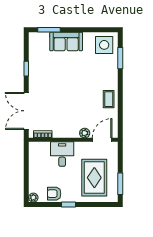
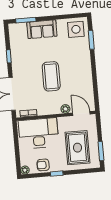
coffee table: (109, 99) -> (51, 76), moved, width x1.86, depth x1.72
door: (102, 140) -> (81, 113), hinge flipped
desk: (62, 154) -> (38, 133), width x1.87, depth x1.30

